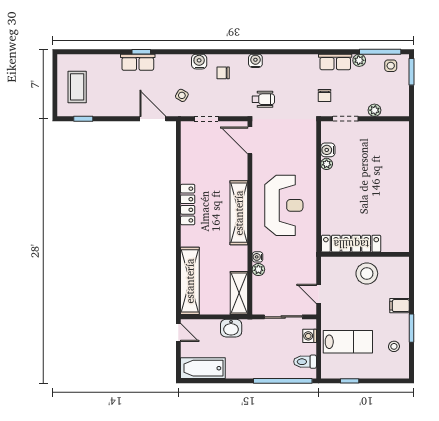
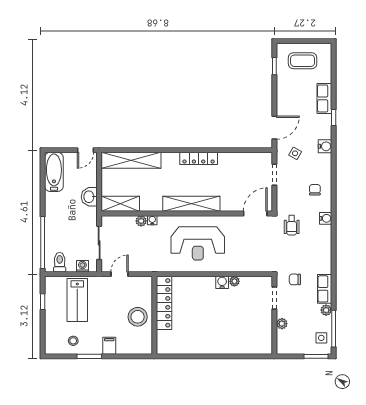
row of seats: (138, 62) -> (324, 98), moved
water cooler: (199, 62) -> (325, 146), moved
water cooler: (328, 150) -> (222, 282), moved

